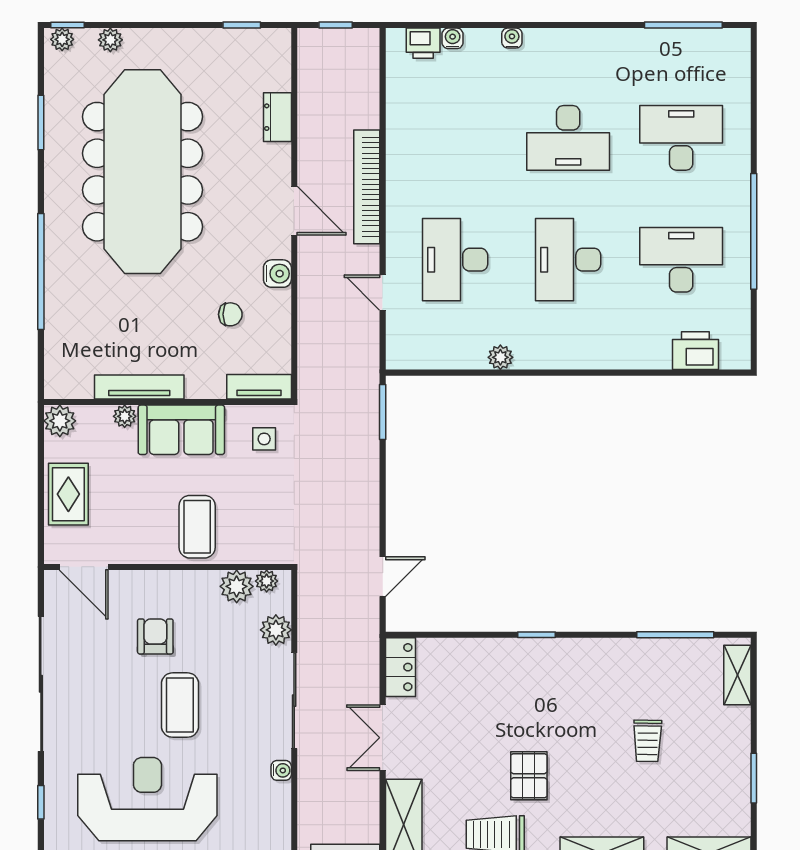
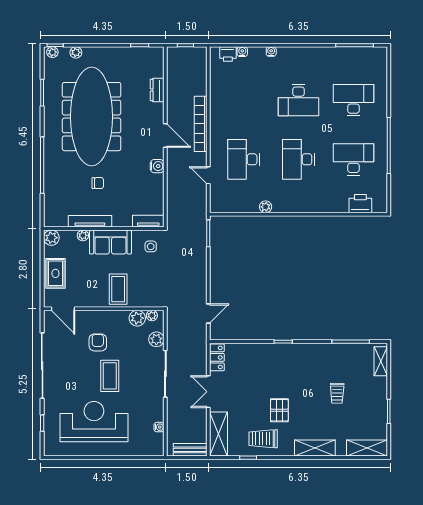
chair: (230, 314) -> (98, 183), moved
water cooler: (281, 770) -> (159, 427), moved

